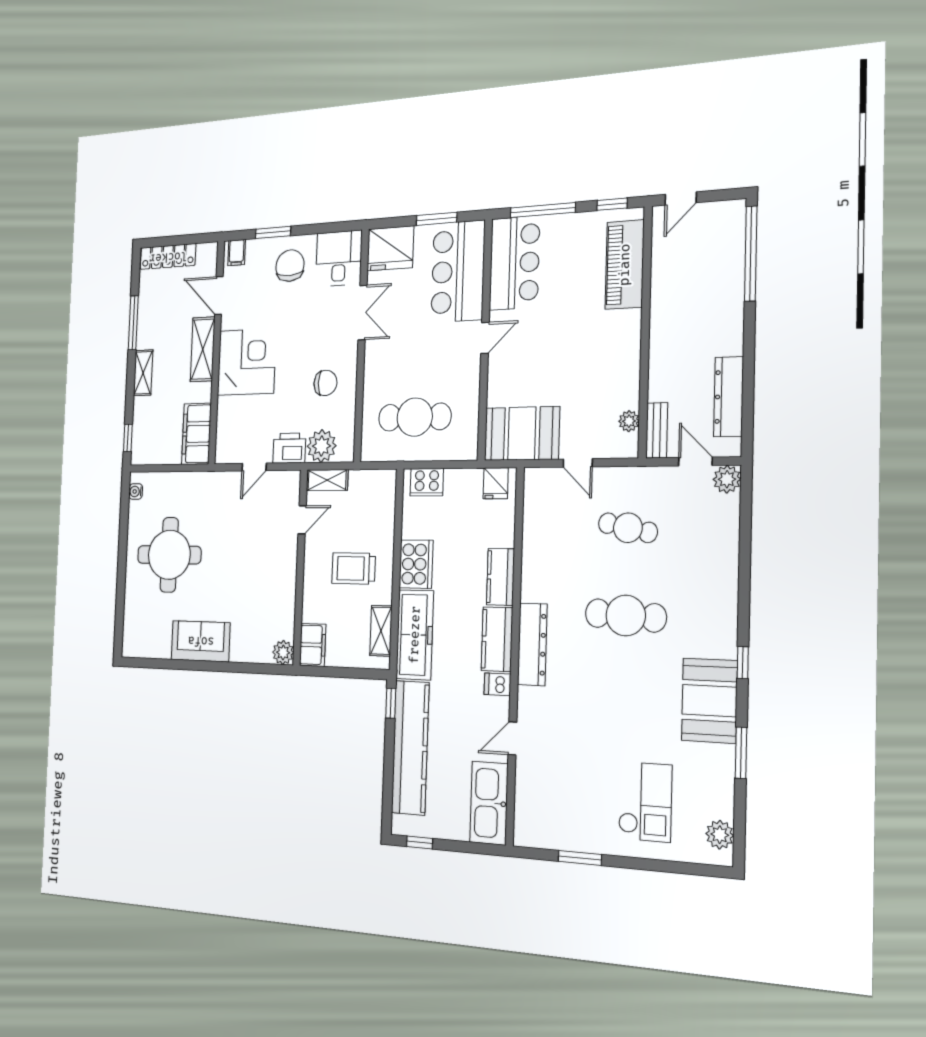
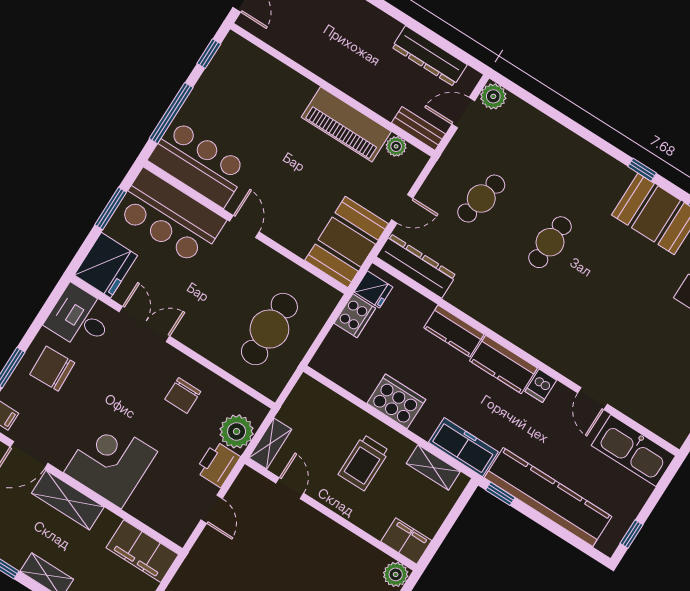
piano: (625, 265) -> (346, 124), moved
chair: (325, 383) -> (183, 395), turned 180
cooker: (427, 482) -> (355, 316), moved
cafe table: (626, 615) -> (550, 242), width x0.73, depth x0.74
freezer: (415, 635) -> (463, 447), width x0.73, depth x0.79
dresser: (532, 644) -> (416, 266), moved

